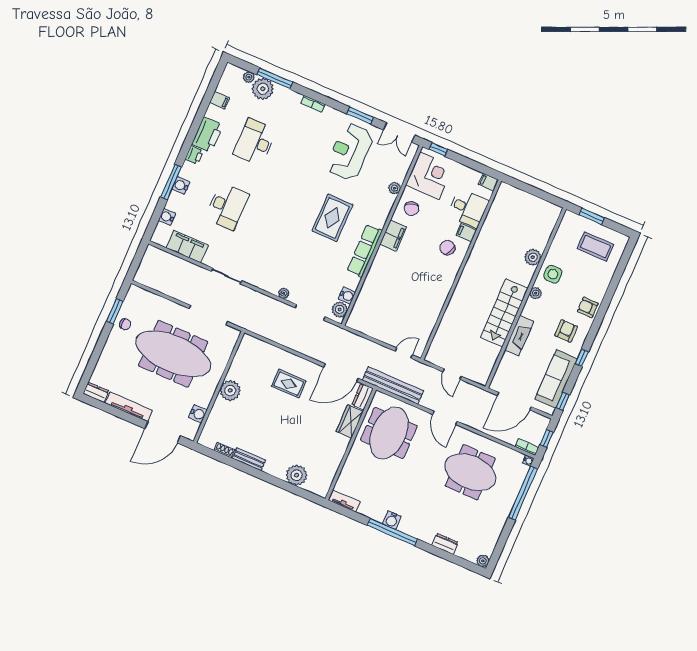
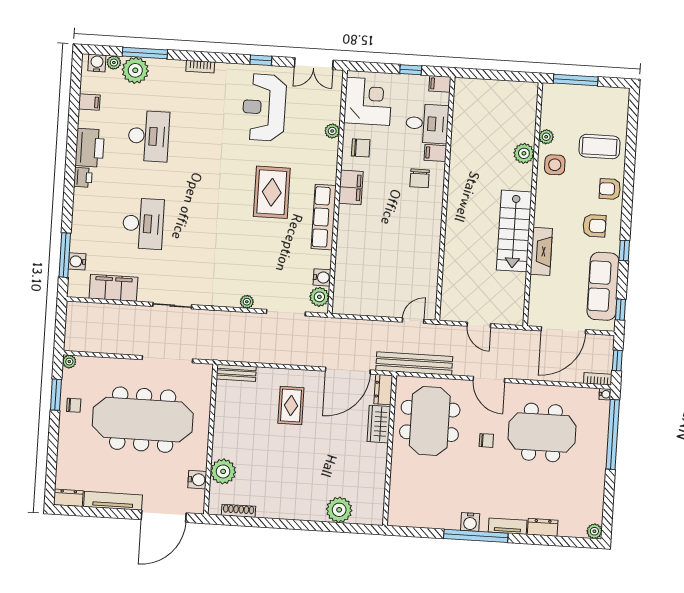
window: (360, 116) -> (261, 60), width x0.67
desk: (255, 142) -> (149, 136), turned 180
window: (438, 149) -> (411, 70), moved
window: (171, 182) -> (65, 255), moved
water cooler: (181, 185) -> (97, 63), moved, turned 90
chair: (411, 209) -> (361, 148), turned -71
window: (592, 216) -> (576, 80), width x1.44
coffee table: (595, 247) -> (600, 147), moved
chair: (447, 248) -> (420, 178), turned -116
plant: (134, 290) -> (69, 362), added
plant: (536, 293) -> (546, 137), moved
armchair: (566, 331) -> (594, 226), turned 90
rug: (289, 384) -> (291, 406), turned 90
plant: (230, 390) -> (223, 471), moved
shoe rack: (224, 450) -> (239, 511), width x1.43
bench: (249, 459) -> (236, 373), moved
chair: (426, 463) -> (486, 440), added
tv unit: (344, 501) -> (508, 526), moved

